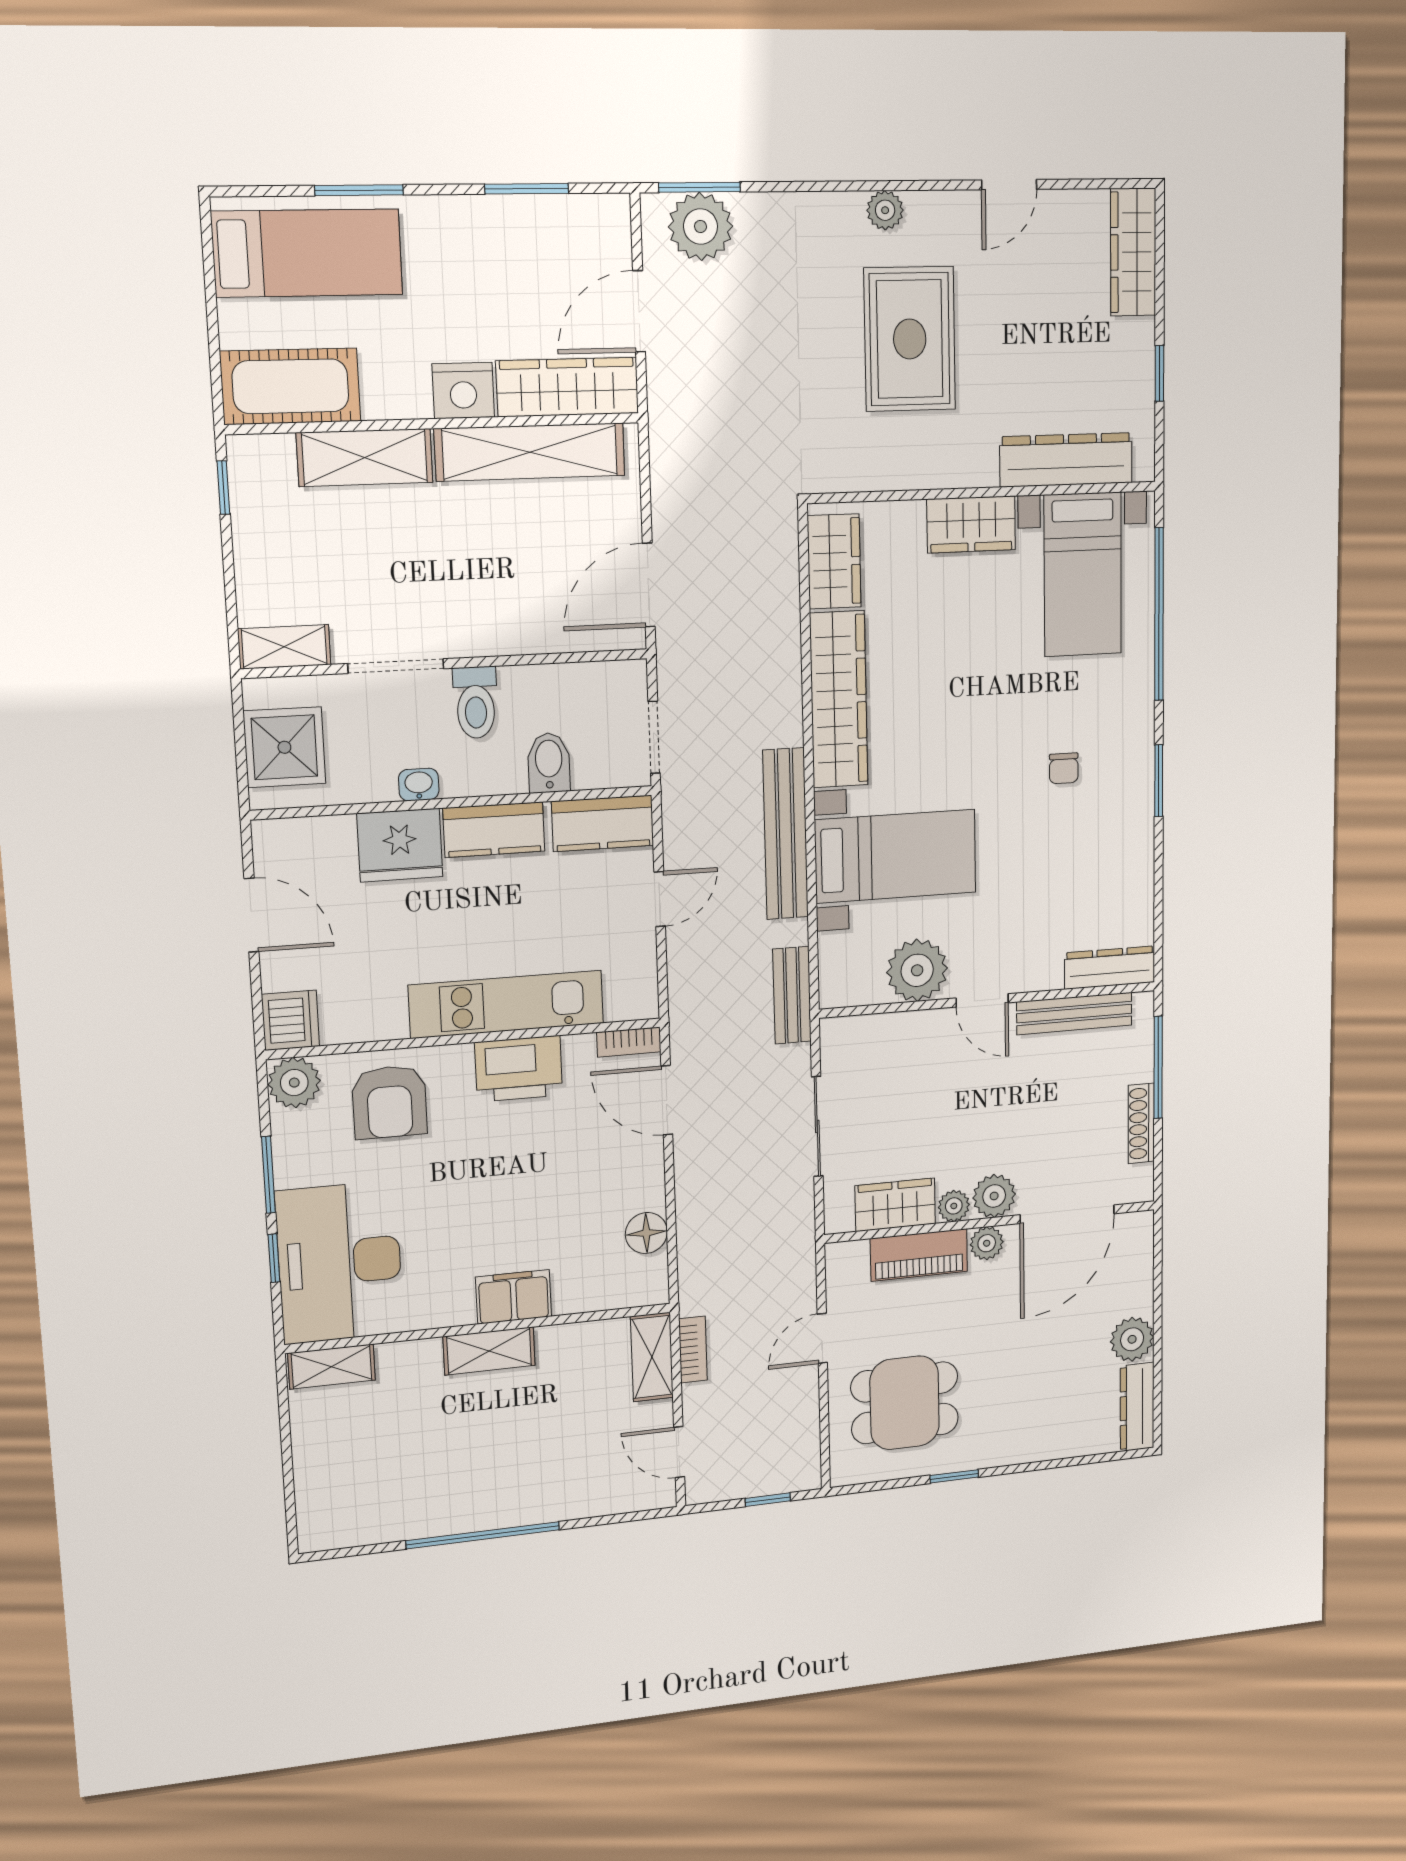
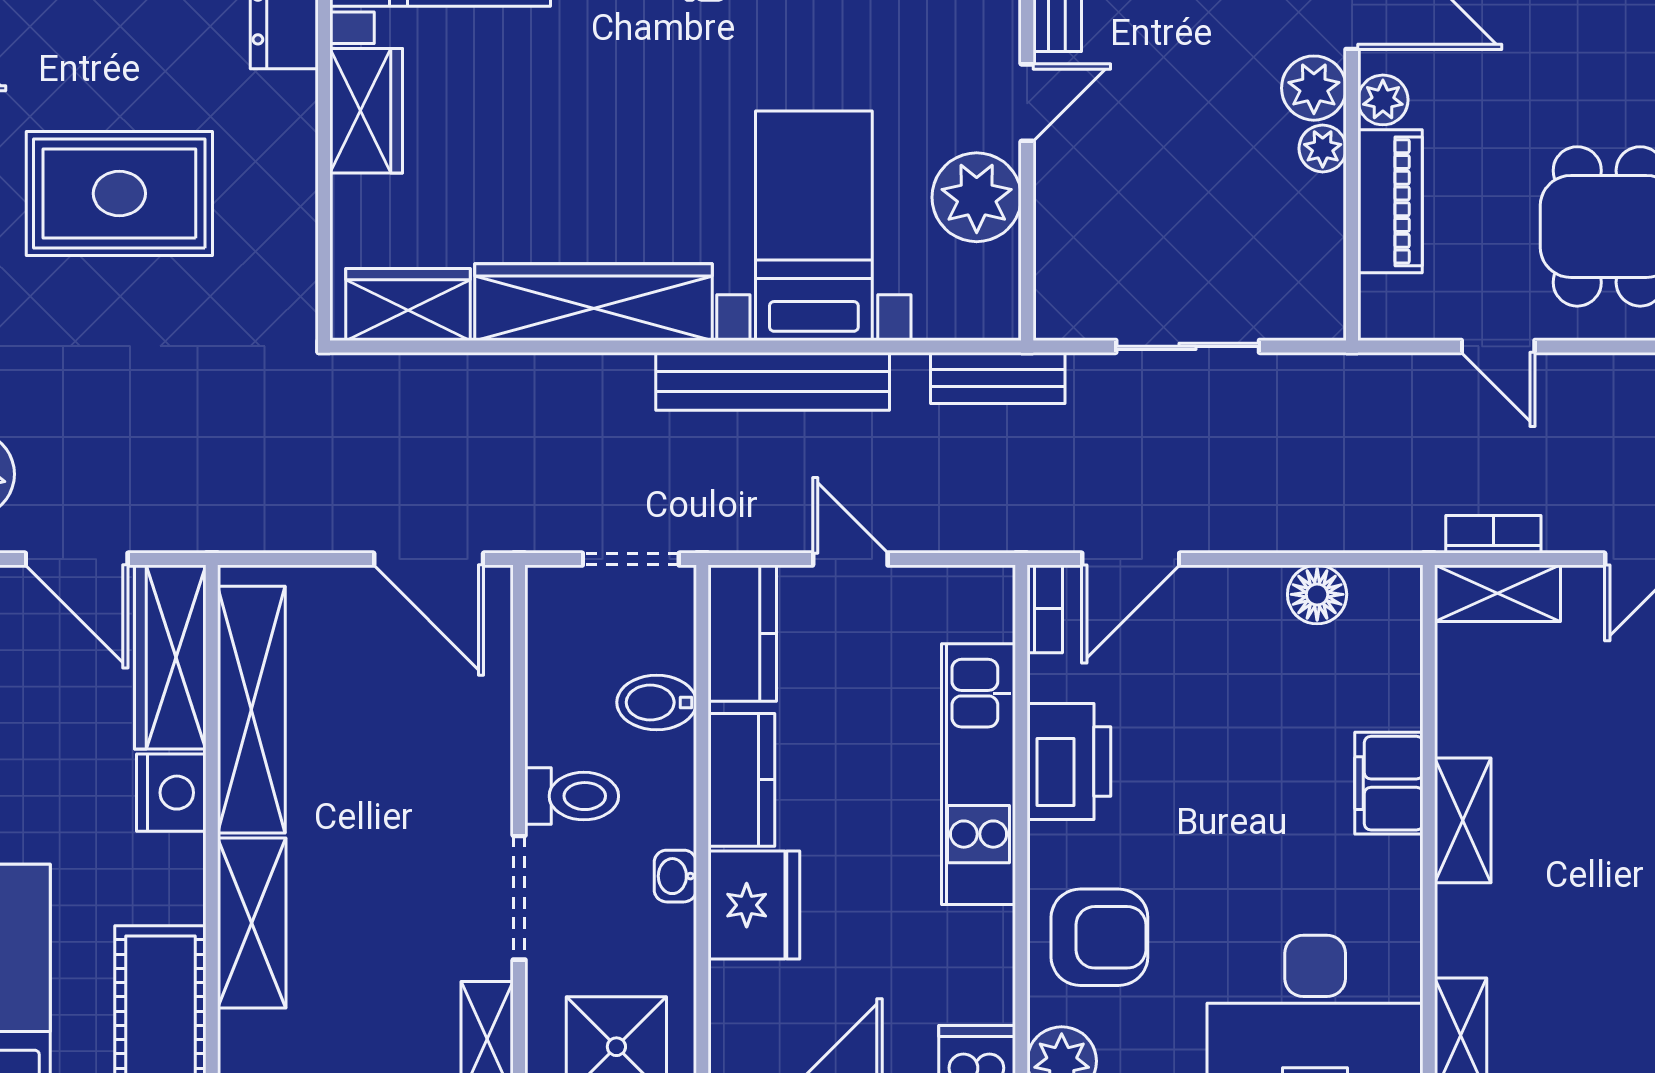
wardrobe: (895, 1205) -> (1312, 235), removed

